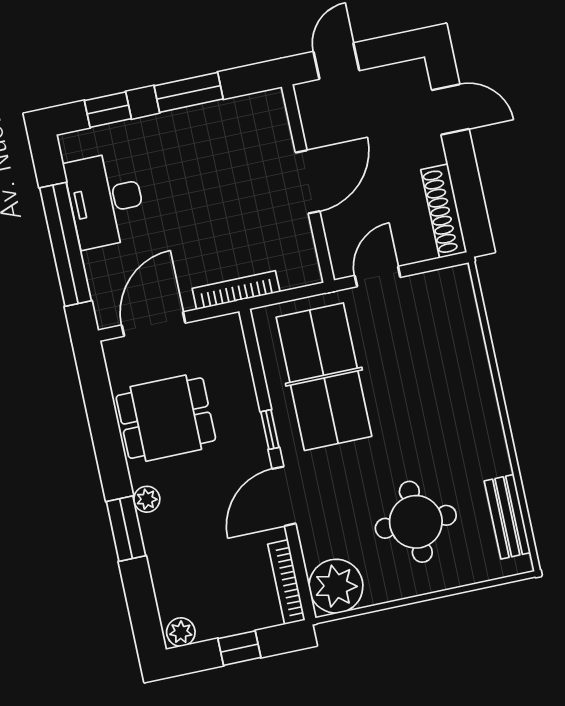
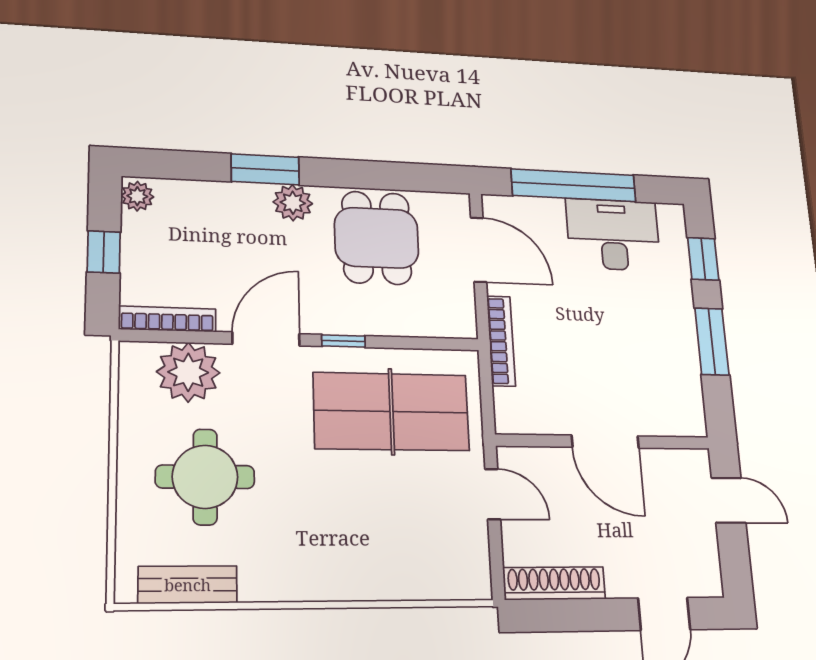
door: (284, 496) -> (266, 339), hinge flipped
plant: (147, 499) -> (293, 203), width x1.38, depth x1.38
plant: (336, 586) -> (188, 372), moved

